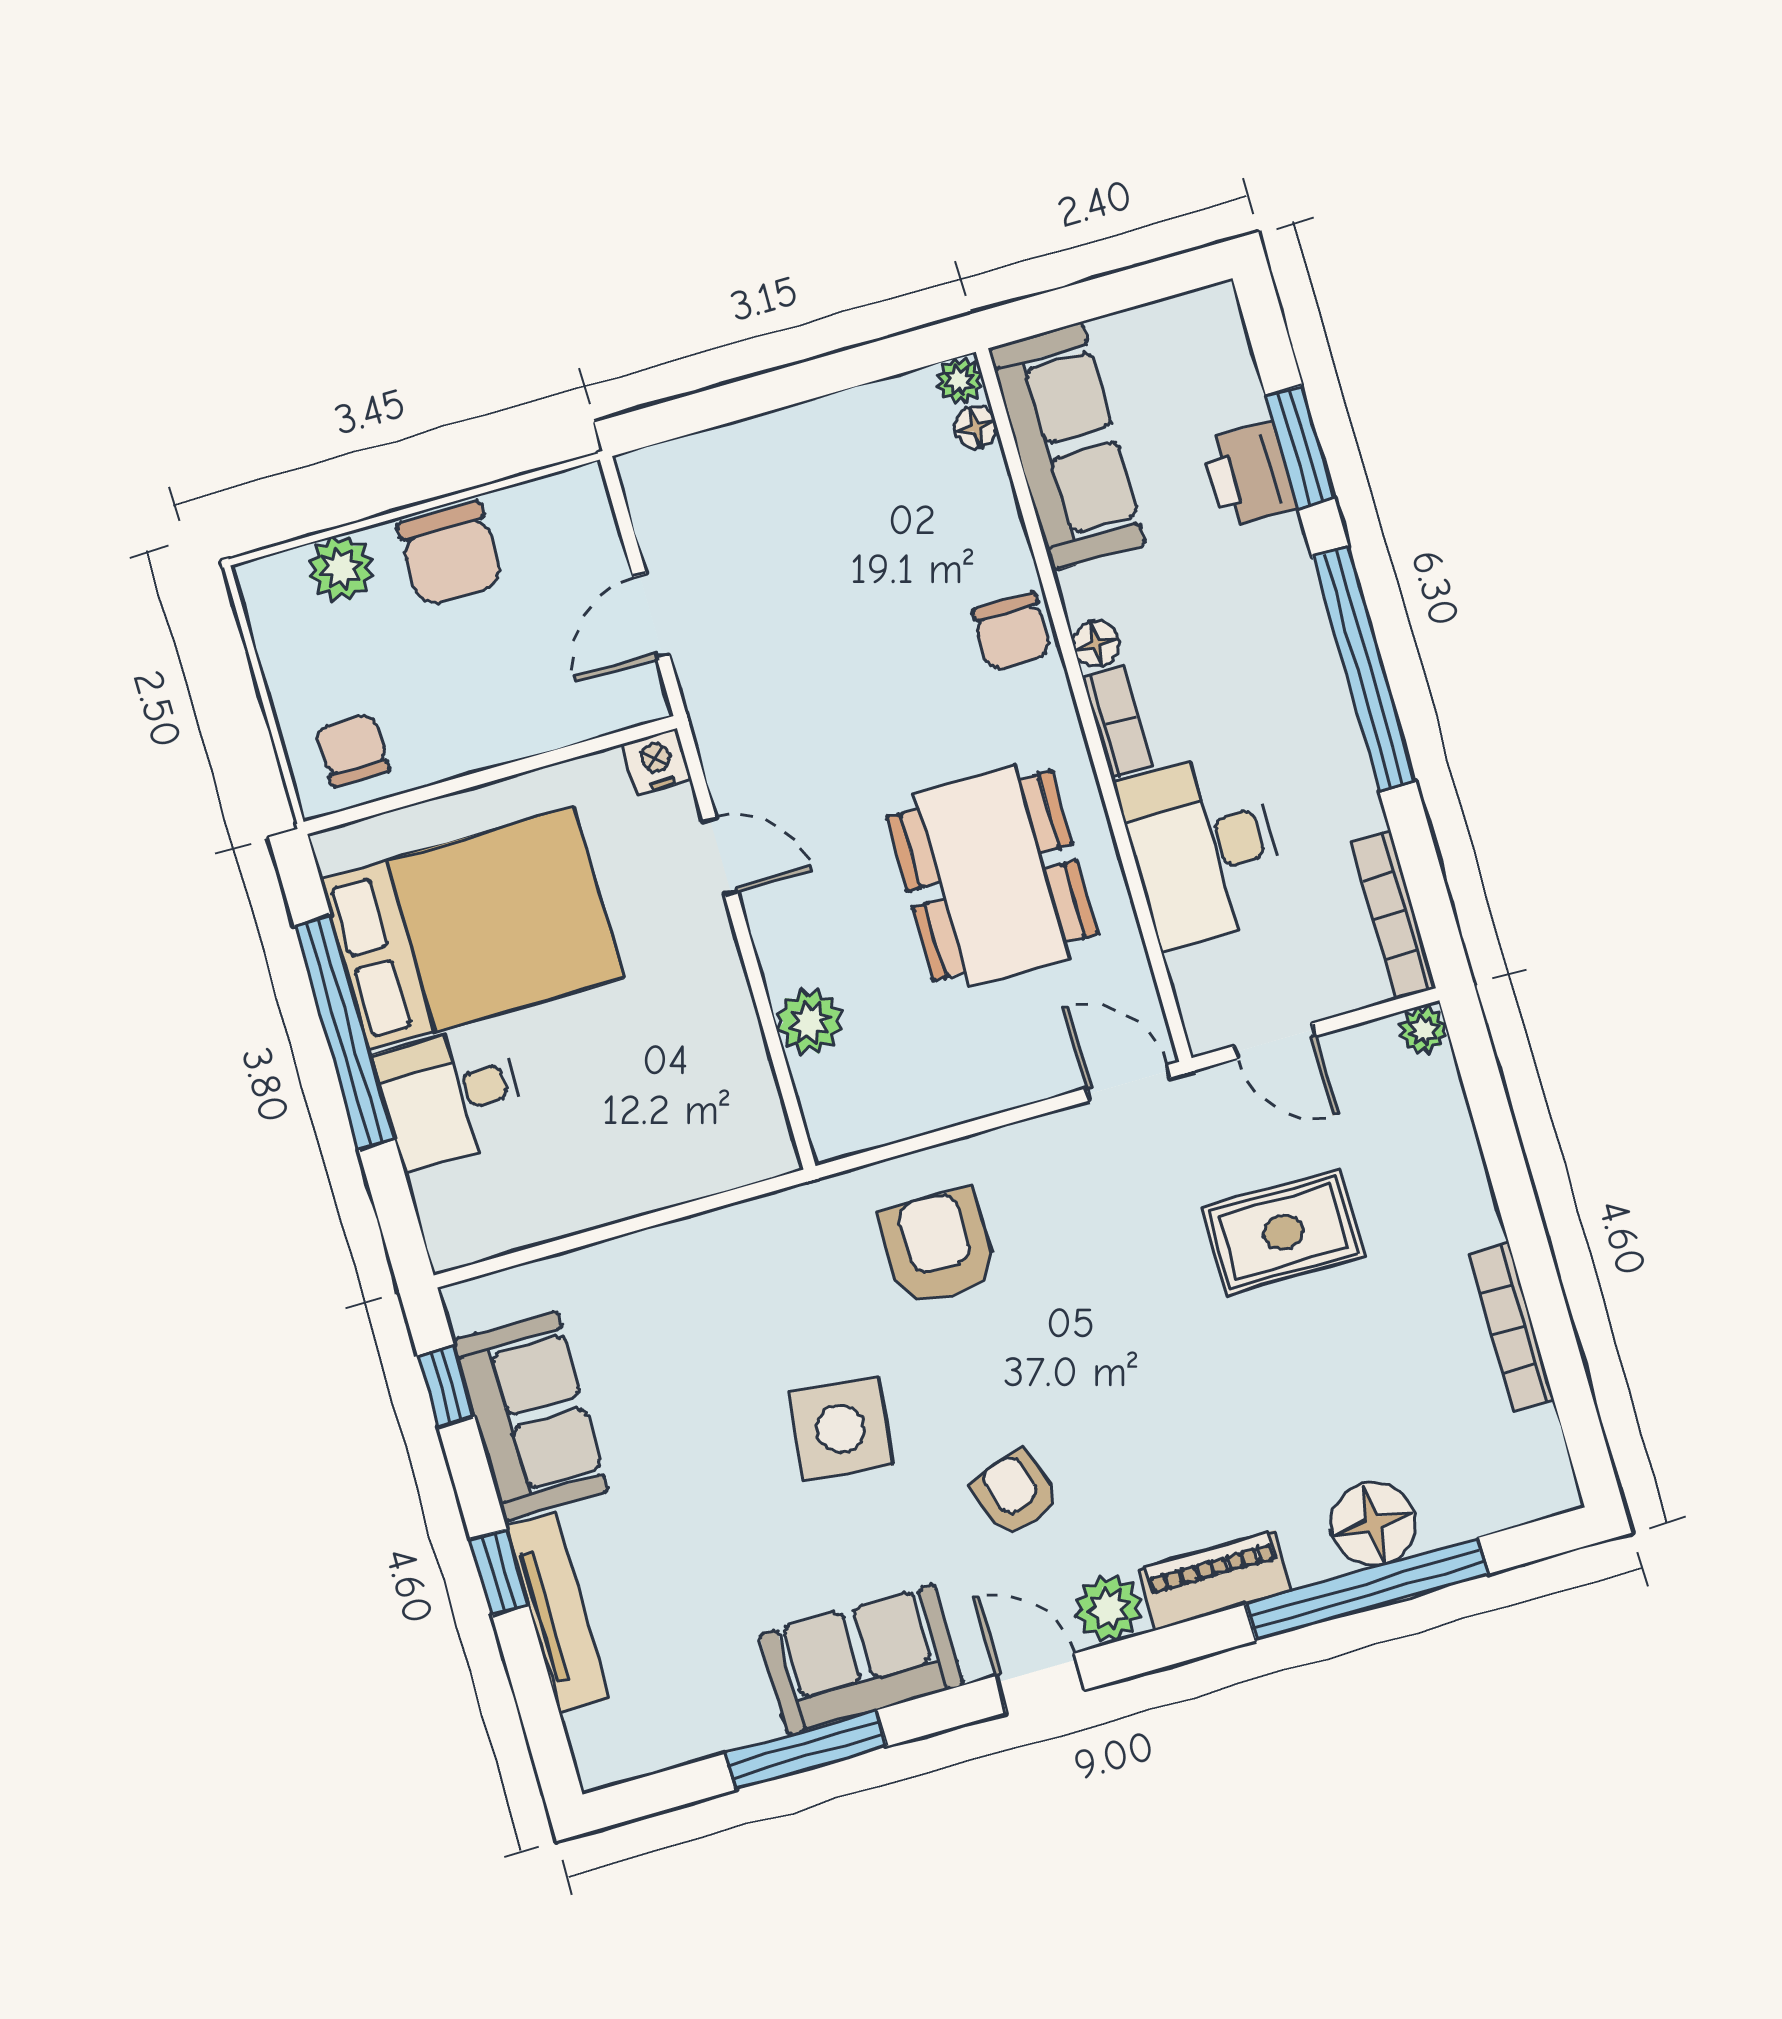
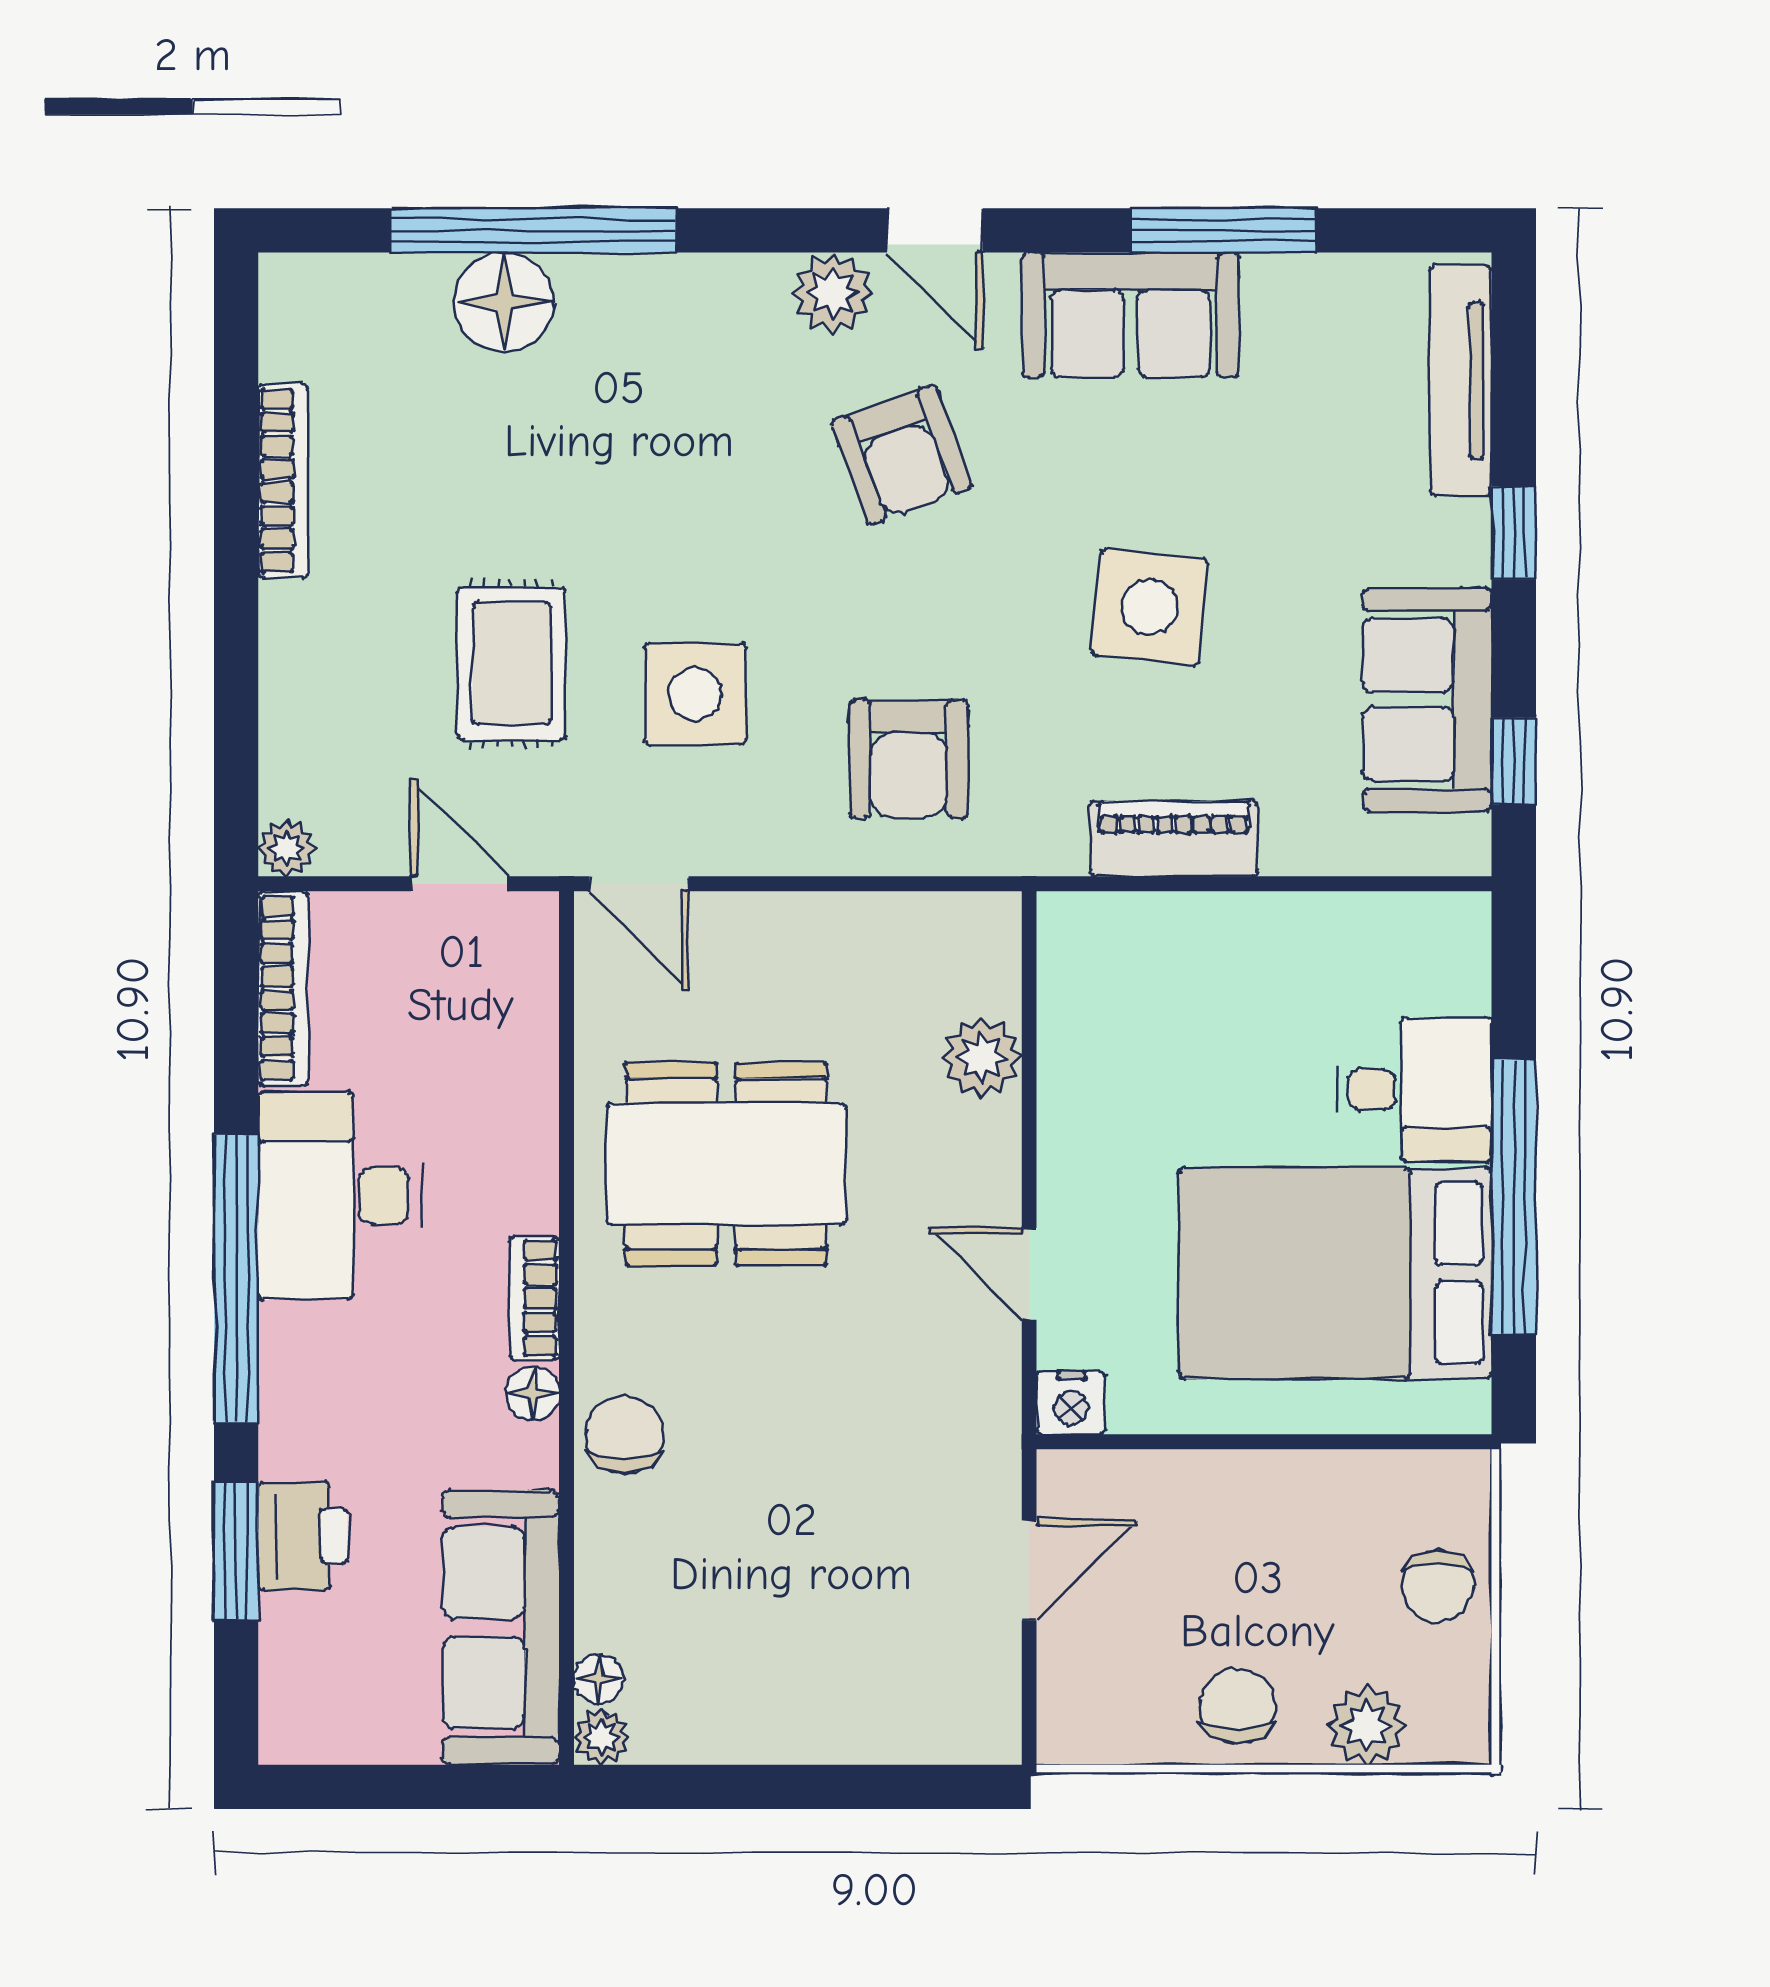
chair: (450, 554) -> (1237, 1706), width x0.73, depth x0.73
chair: (353, 750) -> (1438, 1586), moved
desk: (1203, 849) -> (340, 1196), moved, turned 180
dining table: (992, 876) -> (726, 1164), turned 90
rug: (1283, 1232) -> (512, 664), turned 90
side table: (1127, 1250) -> (695, 694), added
side table: (840, 1429) -> (1150, 607), moved
armchair: (1015, 1493) -> (901, 455), width x1.38, depth x1.38
piano: (1215, 1580) -> (1174, 839), moved, turned 180
tv unit: (558, 1613) -> (1461, 381), moved

